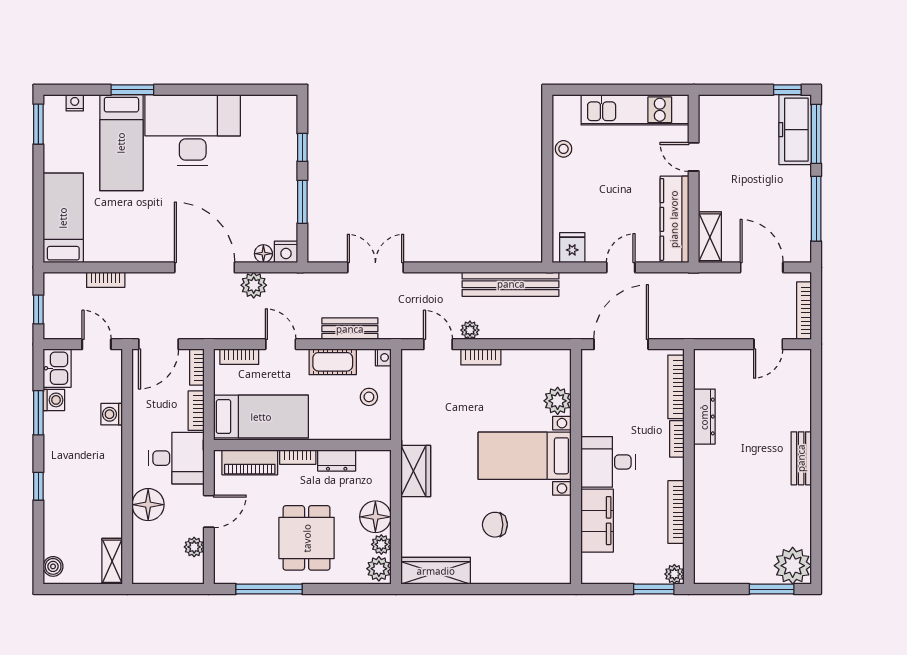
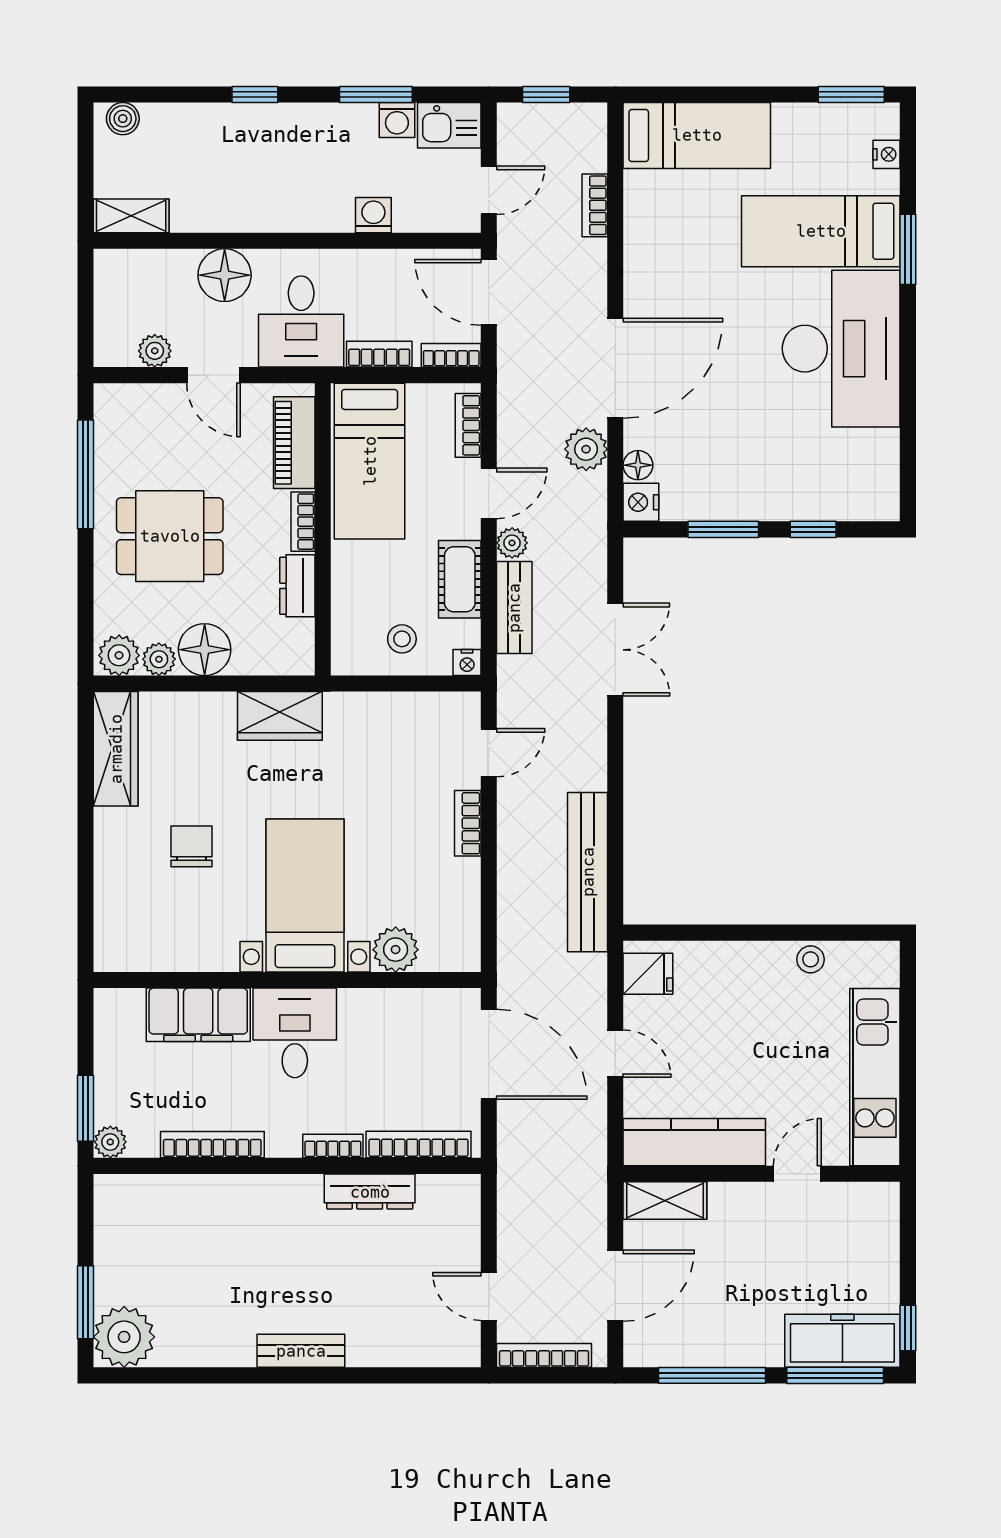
plant: (470, 330) -> (512, 543), moved

